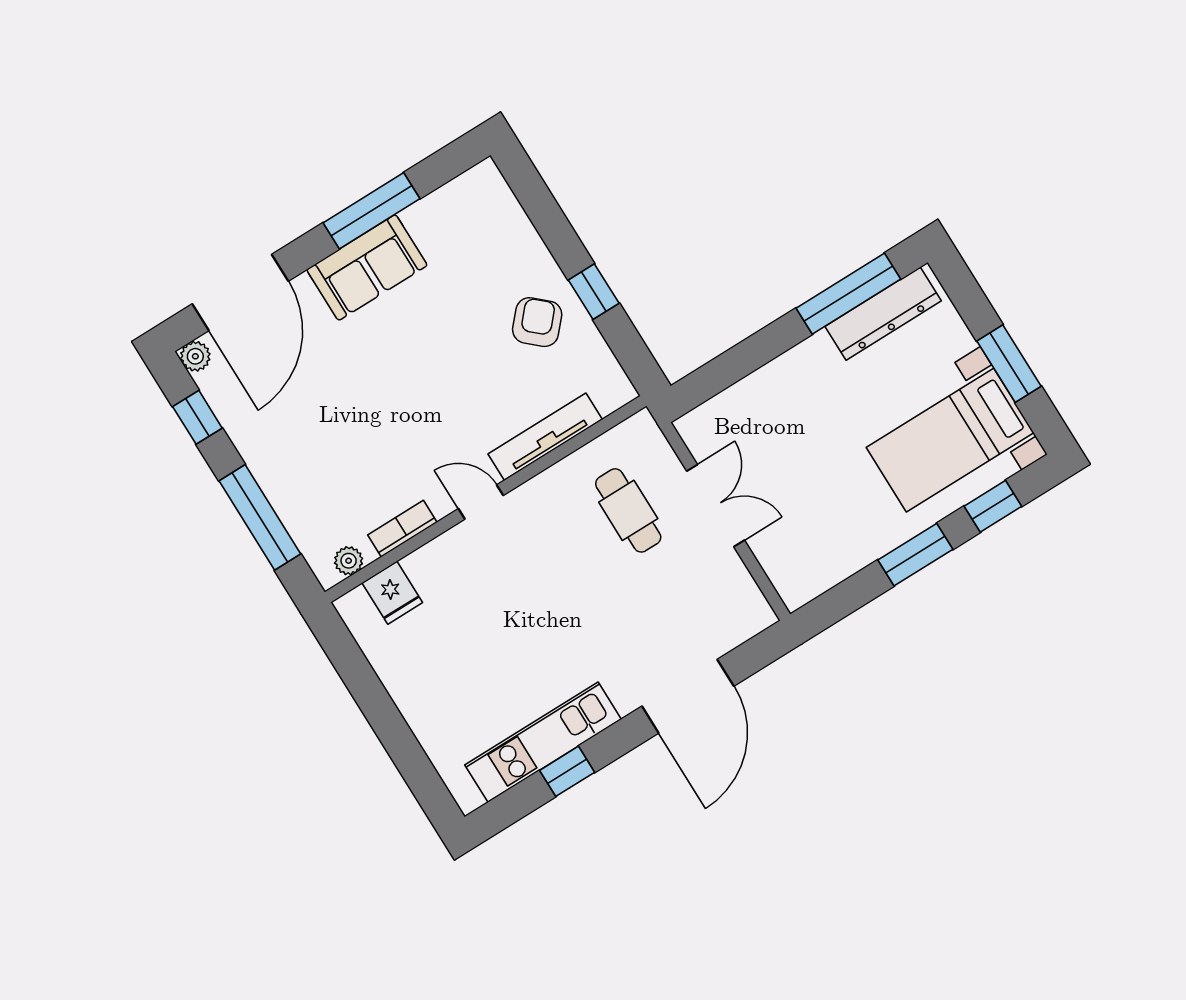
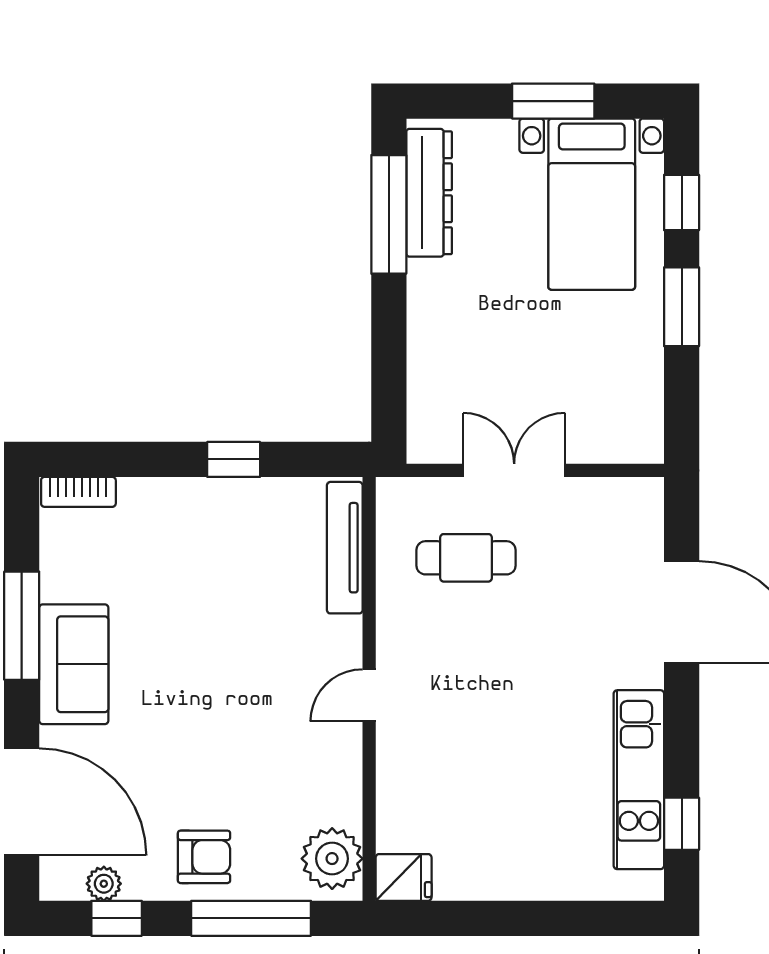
armchair: (537, 322) -> (204, 857), moved, turned 138
plant: (195, 356) -> (104, 884), moved
tv unit: (545, 437) -> (345, 548), moved
bookcase: (402, 529) -> (78, 492), moved, turned -90
plant: (349, 561) -> (332, 859), width x1.87, depth x1.87
fridge: (392, 593) -> (404, 877), moved
window: (567, 771) -> (682, 824), moved

